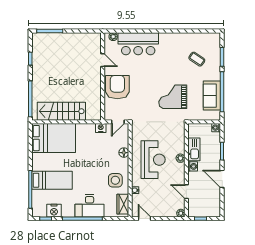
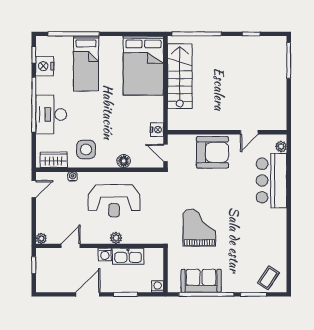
coffee table: (197, 59) -> (268, 278), moved

